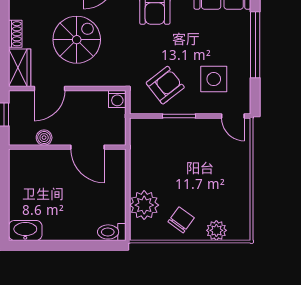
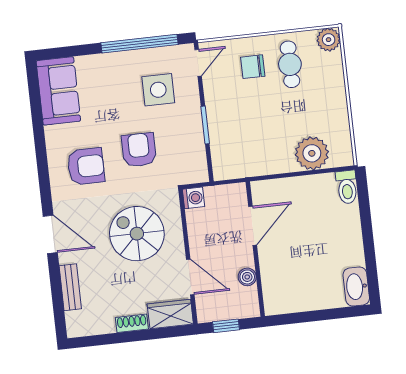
spiral stairs: (77, 40) -> (137, 234), moved
window: (255, 45) -> (139, 44), moved
armchair: (165, 85) -> (139, 150), moved, turned 38
cafe table: (223, 195) -> (290, 64), added
chair: (181, 220) -> (253, 67), moved, turned -36
plant: (216, 230) -> (329, 40), moved

